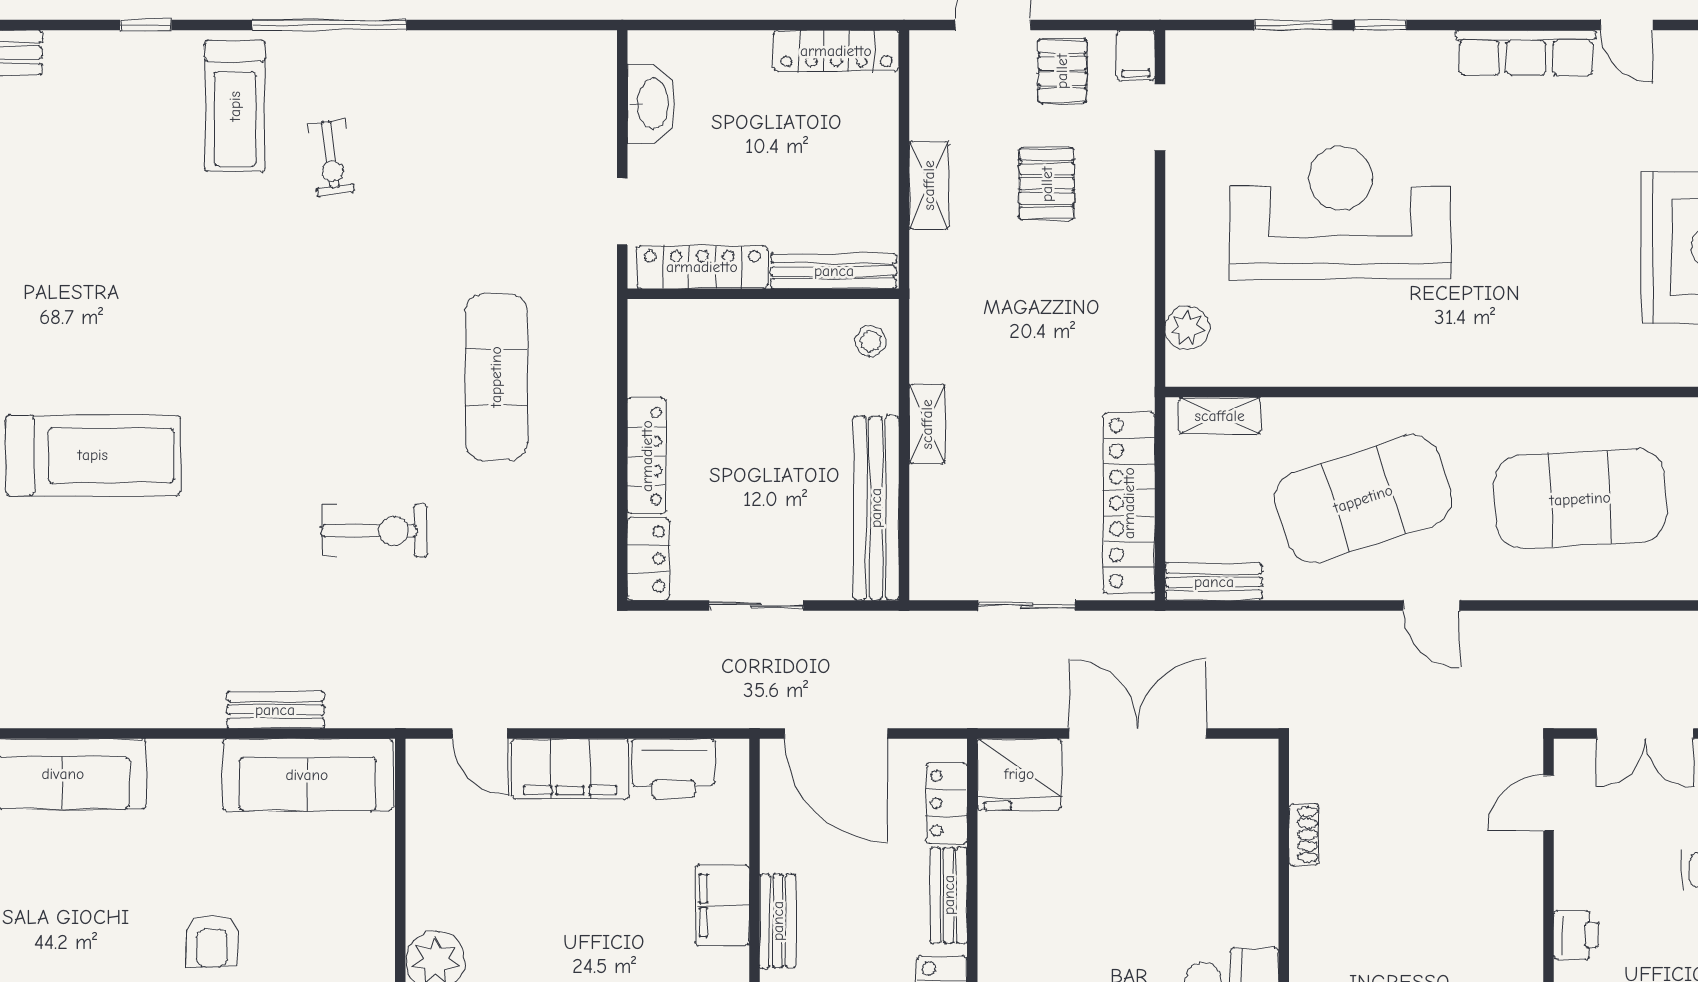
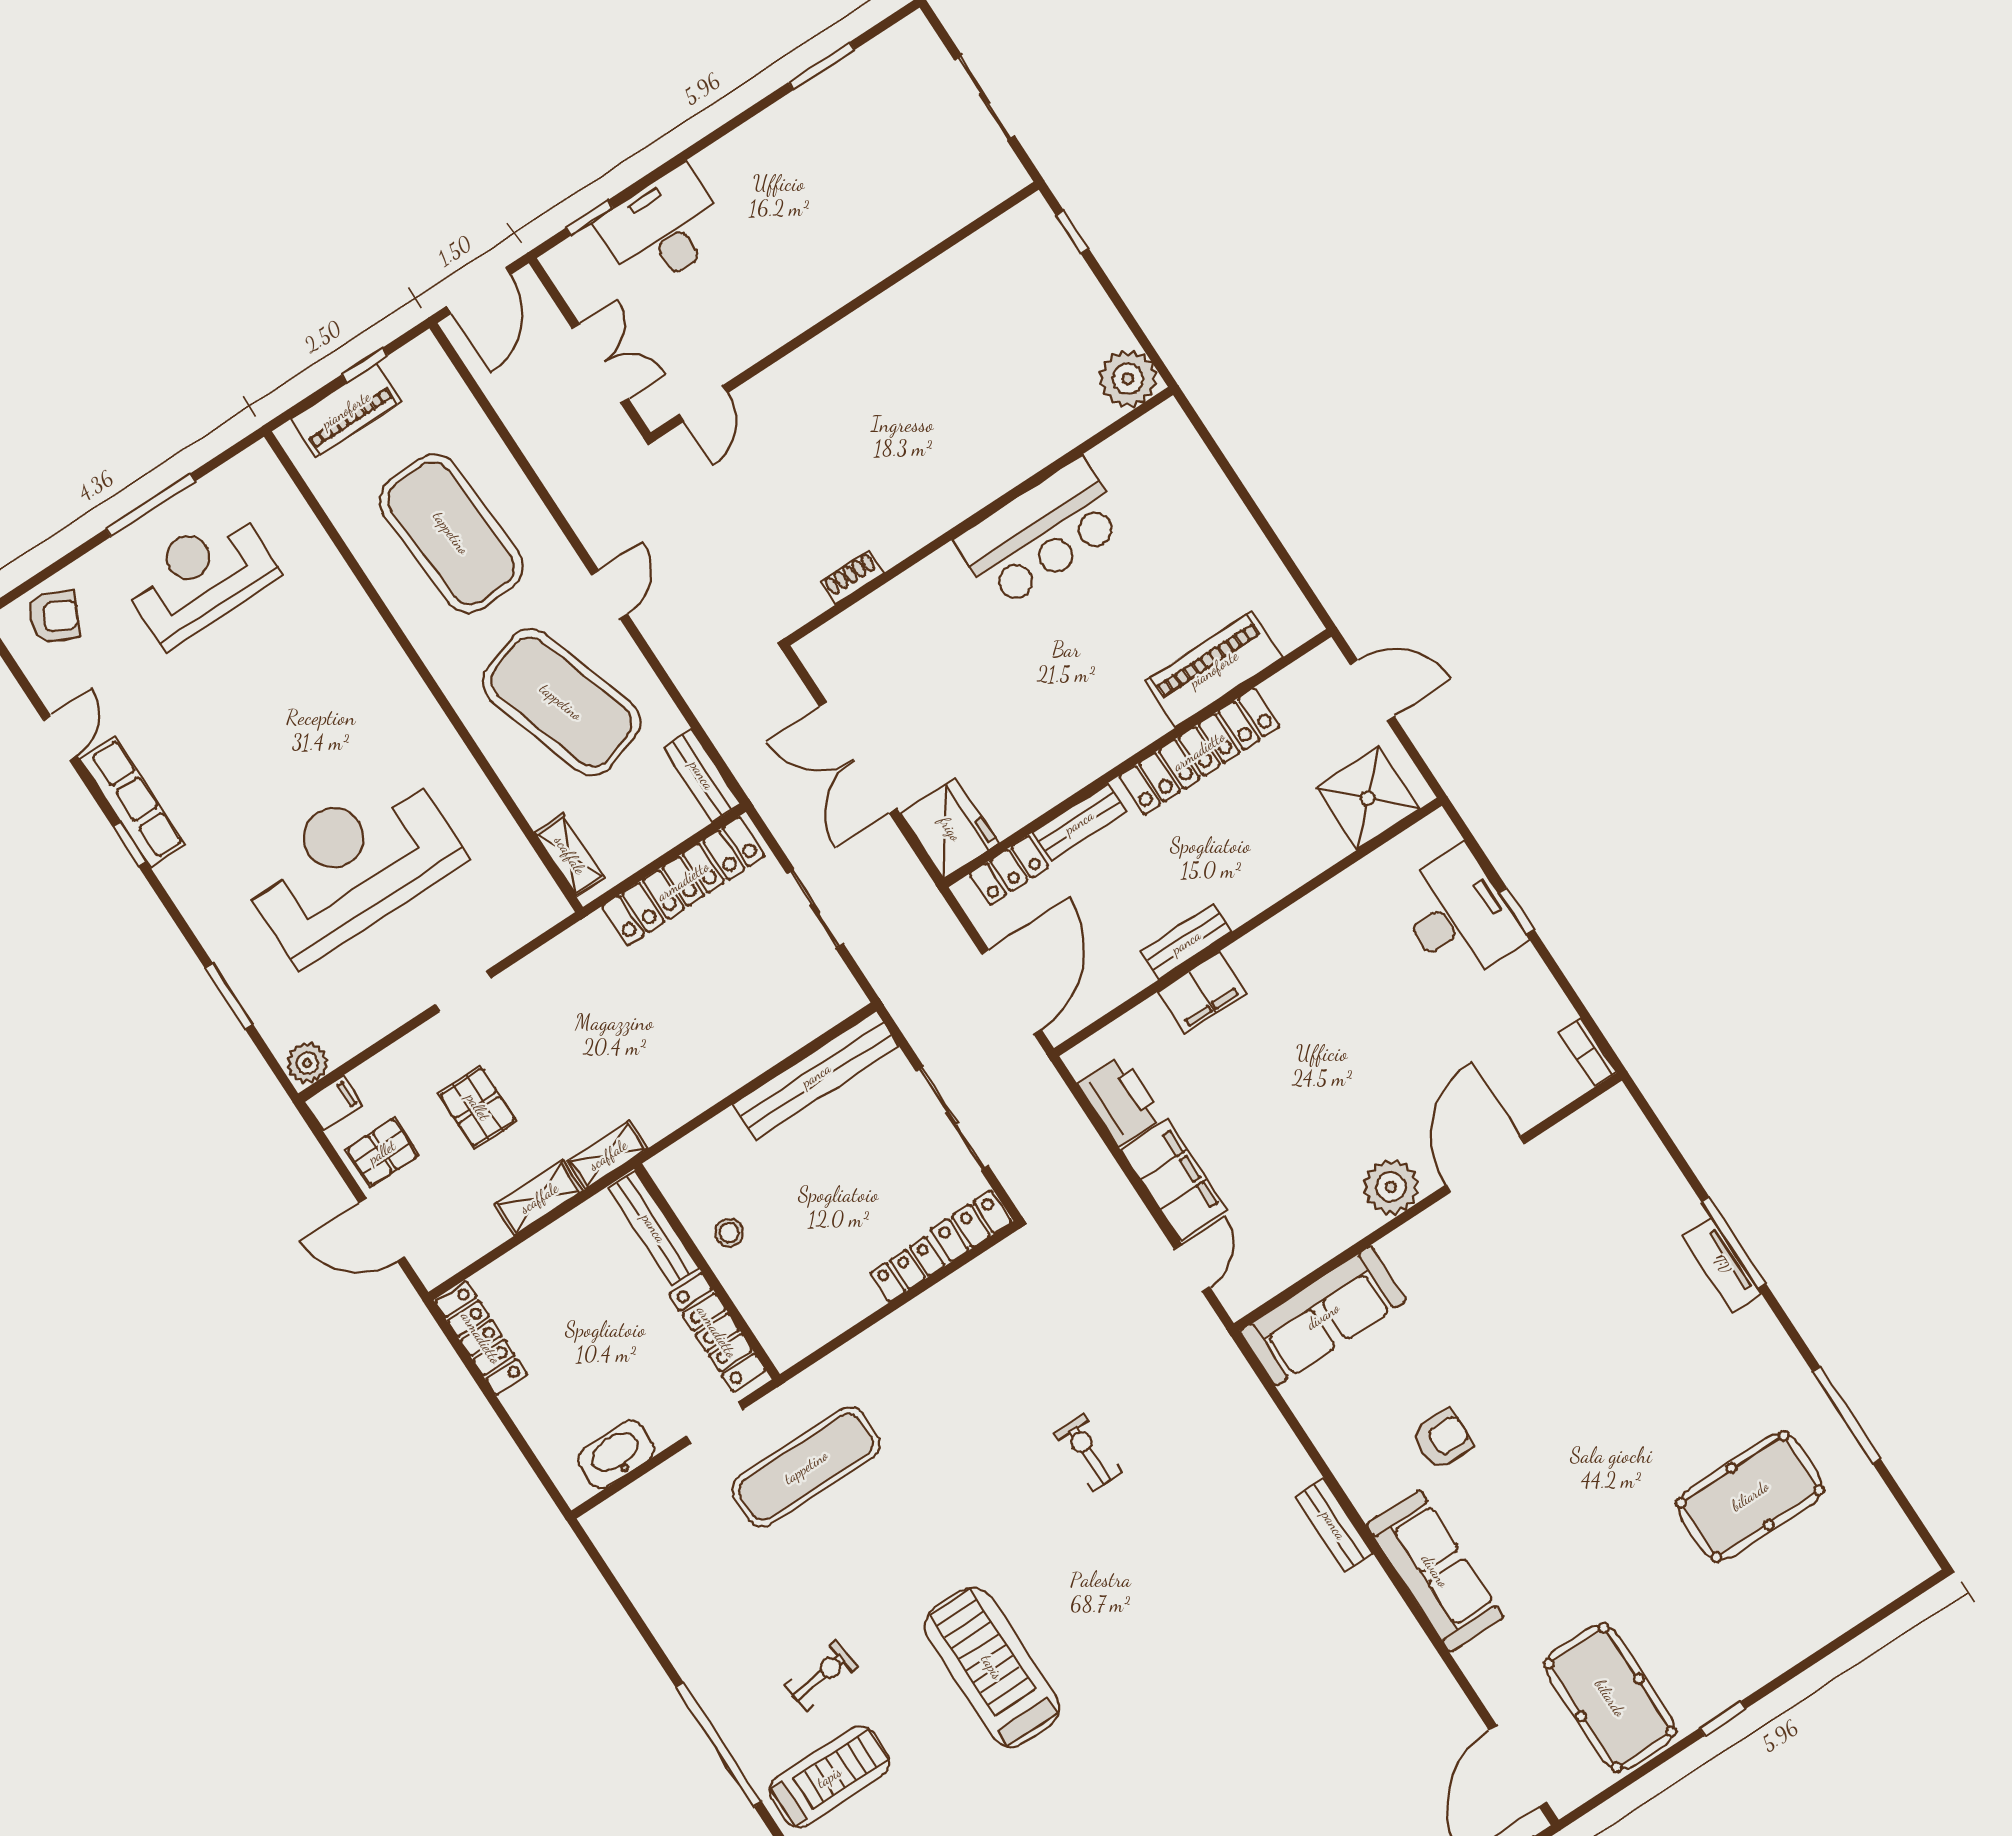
window: (1380, 25) -> (129, 844), moved
doorway: (1160, 117) -> (463, 991), moved
pallet: (1047, 184) -> (478, 1107), turned 90
reception desk: (1340, 213) -> (351, 865), turned 90
plant: (1187, 328) -> (307, 1063), moved
stool: (871, 341) -> (729, 1233), moved
exercise mat: (496, 377) -> (806, 1467), moved
shelving: (927, 424) -> (608, 1155), moved
treadmill: (93, 455) -> (992, 1667), moved
locker: (647, 456) -> (907, 1269), width x0.66
exercise bike: (374, 531) -> (1088, 1453), width x0.73, depth x0.72
sliding door: (756, 605) -> (952, 1119), width x1.37
bench: (275, 710) -> (1334, 1525), moved
sofa: (307, 775) -> (1323, 1316), moved, turned 90
door: (1548, 803) -> (703, 403), hinge flipped
printer: (1576, 935) -> (792, 315), removed
armchair: (212, 941) -> (1443, 1439), moved

